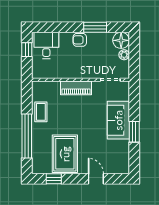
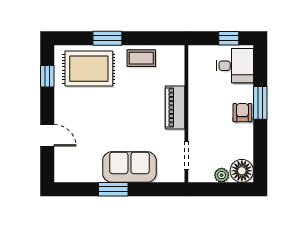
window: (95, 27) -> (260, 103), moved
window: (27, 136) -> (107, 38), width x0.47
rug: (65, 154) -> (89, 69), moved
door: (96, 179) -> (47, 135), hinge flipped

